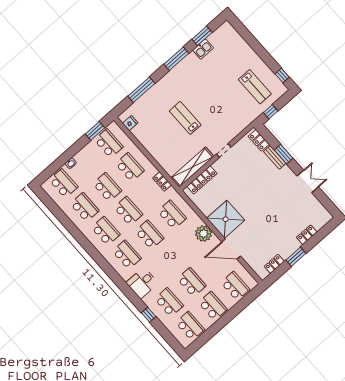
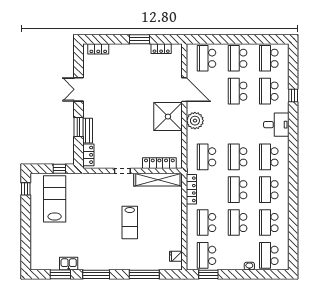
lab bench: (255, 87) -> (55, 199), width x1.36, depth x1.39
locker: (162, 182) -> (191, 189), width x1.53
locker: (307, 235) -> (98, 49), moved

